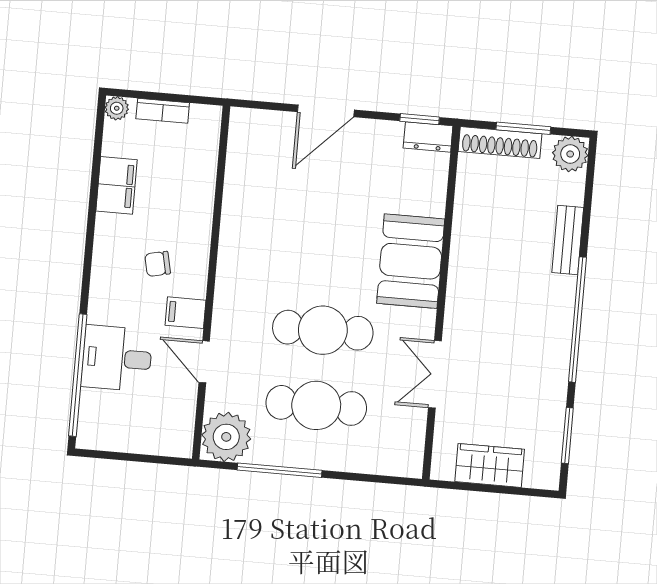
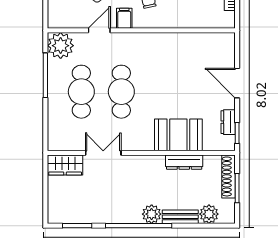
dresser: (428, 137) -> (228, 122), moved
plant: (570, 154) -> (209, 214), moved
dresser: (466, 224) -> (184, 162), added
booth: (411, 261) -> (178, 135), moved
plant: (558, 293) -> (152, 214), added
wardrobe: (490, 465) -> (65, 165), moved, turned 90

